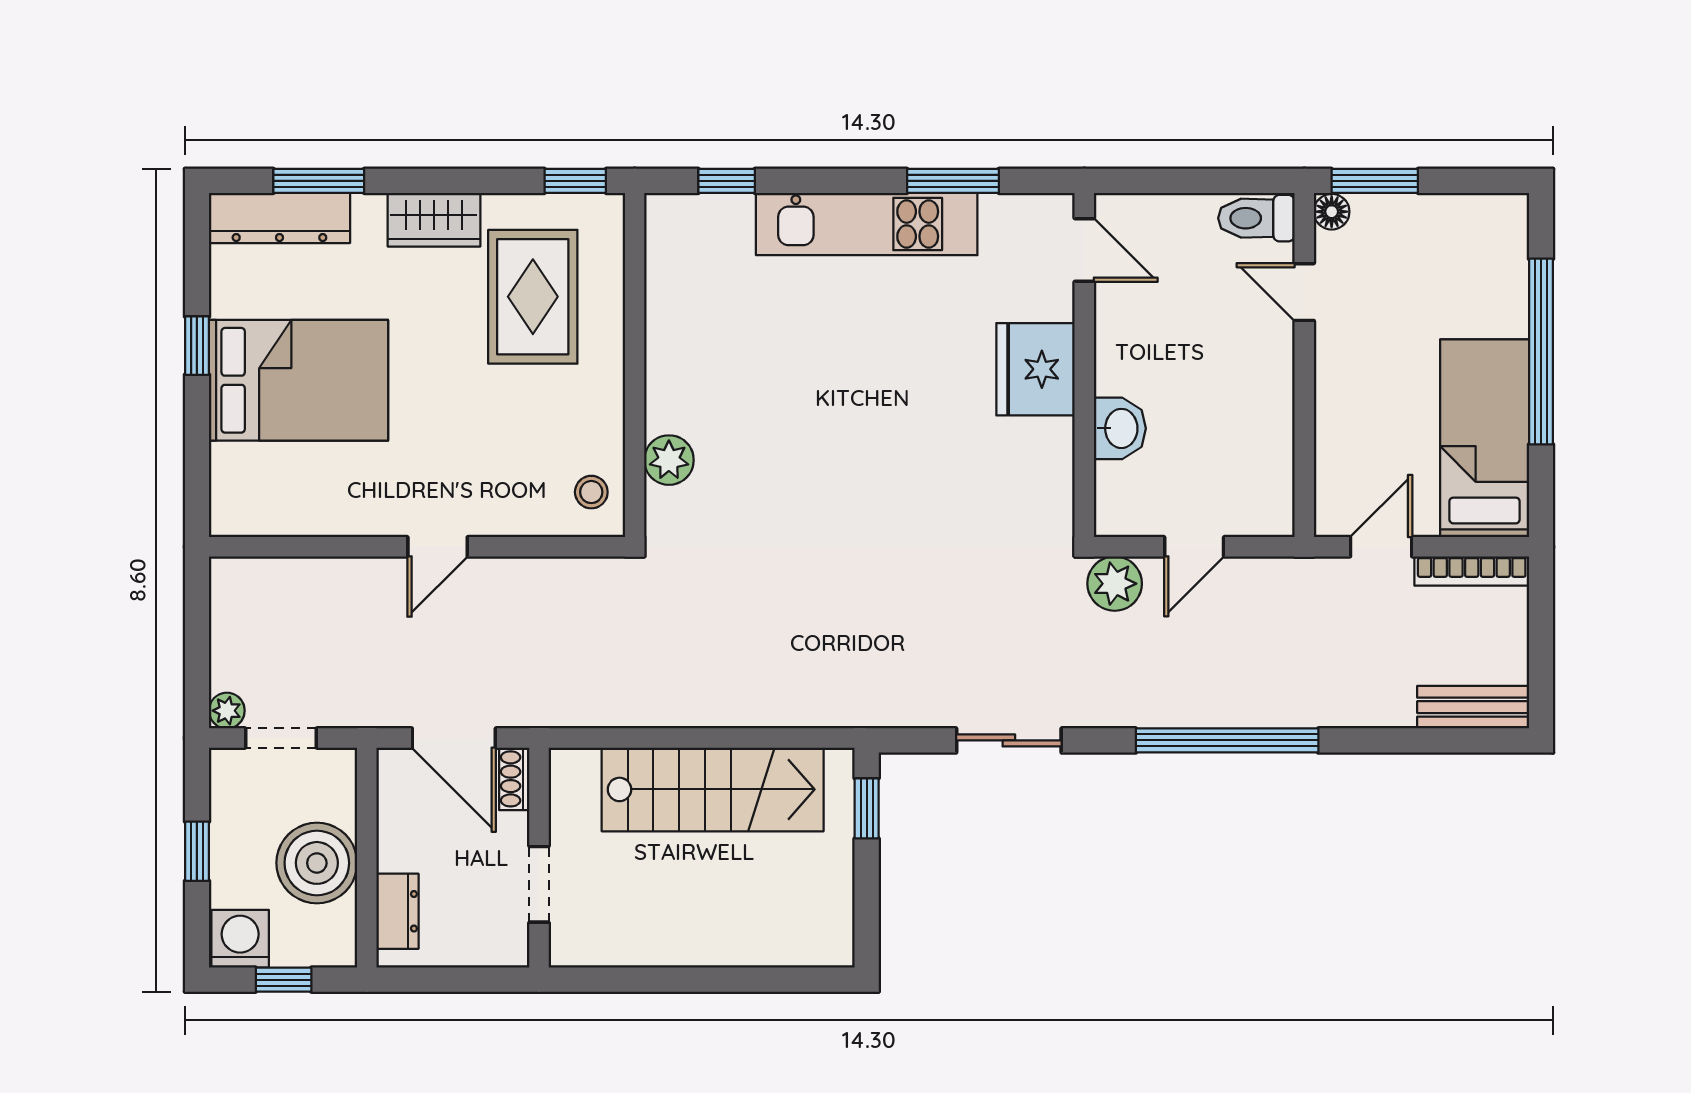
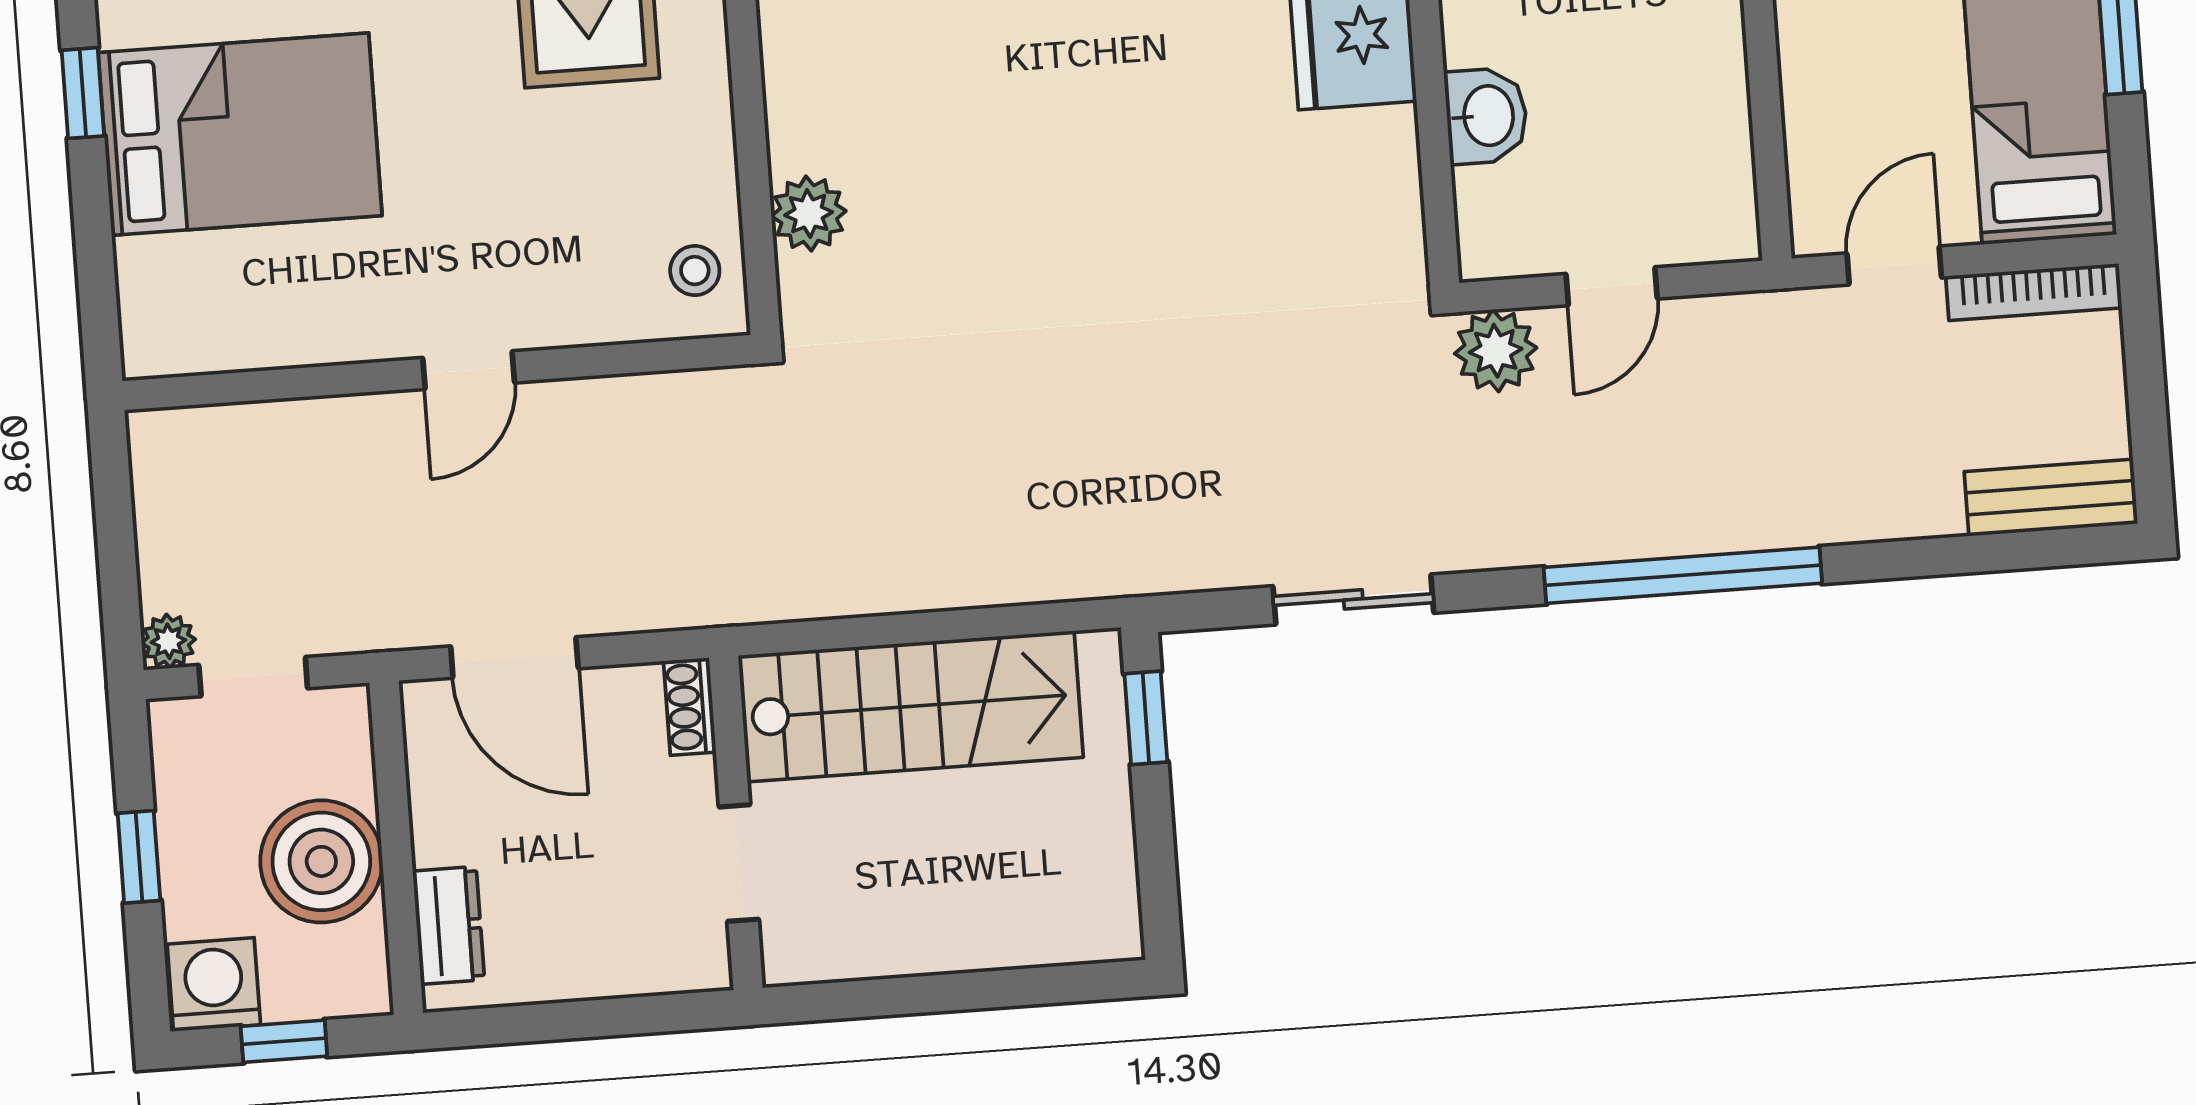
shoe rack: (514, 779) -> (690, 707), moved
wall: (539, 858) -> (736, 823), moved
doorway: (539, 884) -> (739, 863), moved

